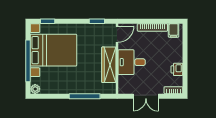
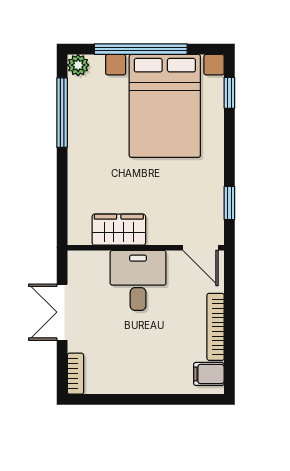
wardrobe: (109, 65) -> (119, 230), width x0.67
printer: (177, 69) -> (122, 381), removed
window: (85, 96) -> (62, 113), moved

